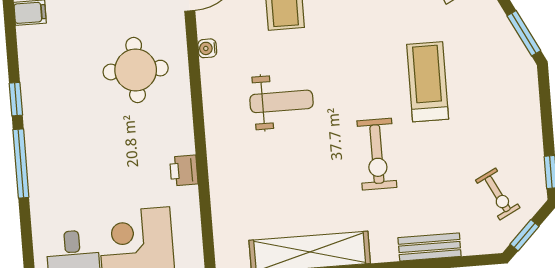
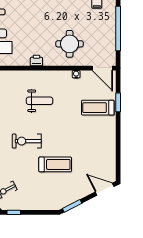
weight bench: (281, 101) -> (39, 101), moved, turned -90
printer: (184, 170) -> (36, 61), moved

